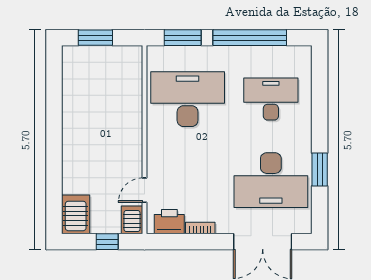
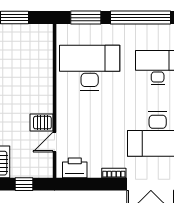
server rack: (132, 220) -> (41, 123), moved, turned -90
bookcase: (200, 228) -> (114, 173), moved

